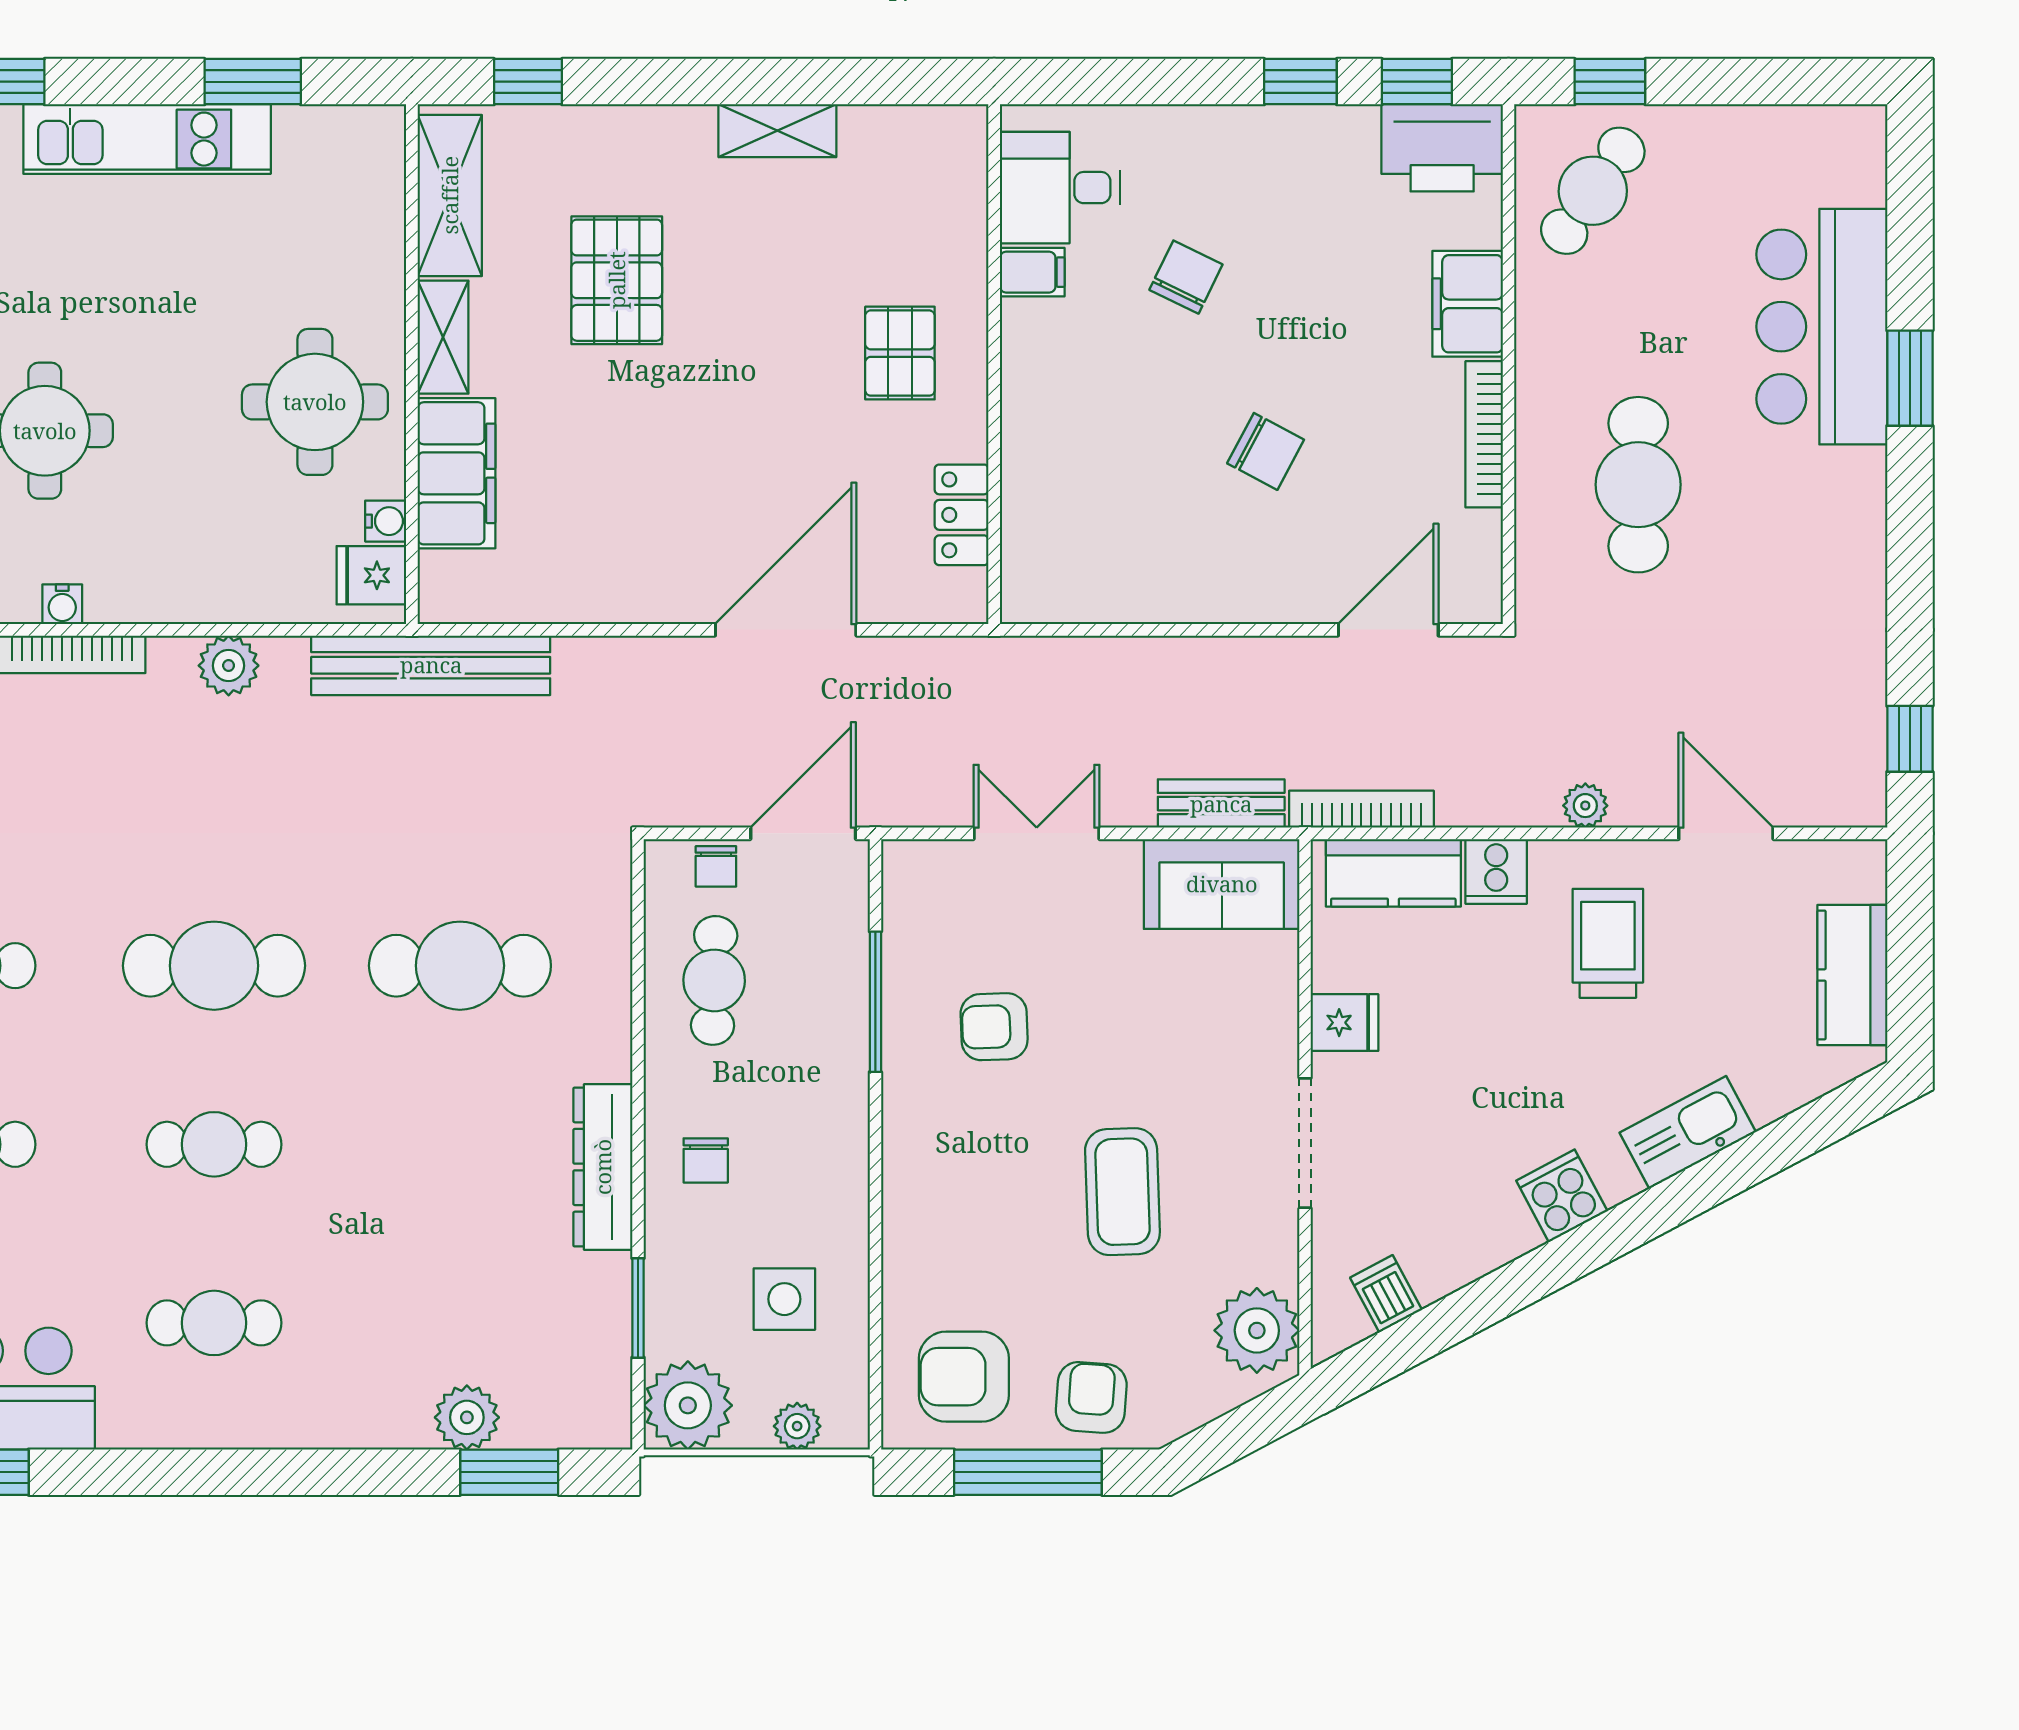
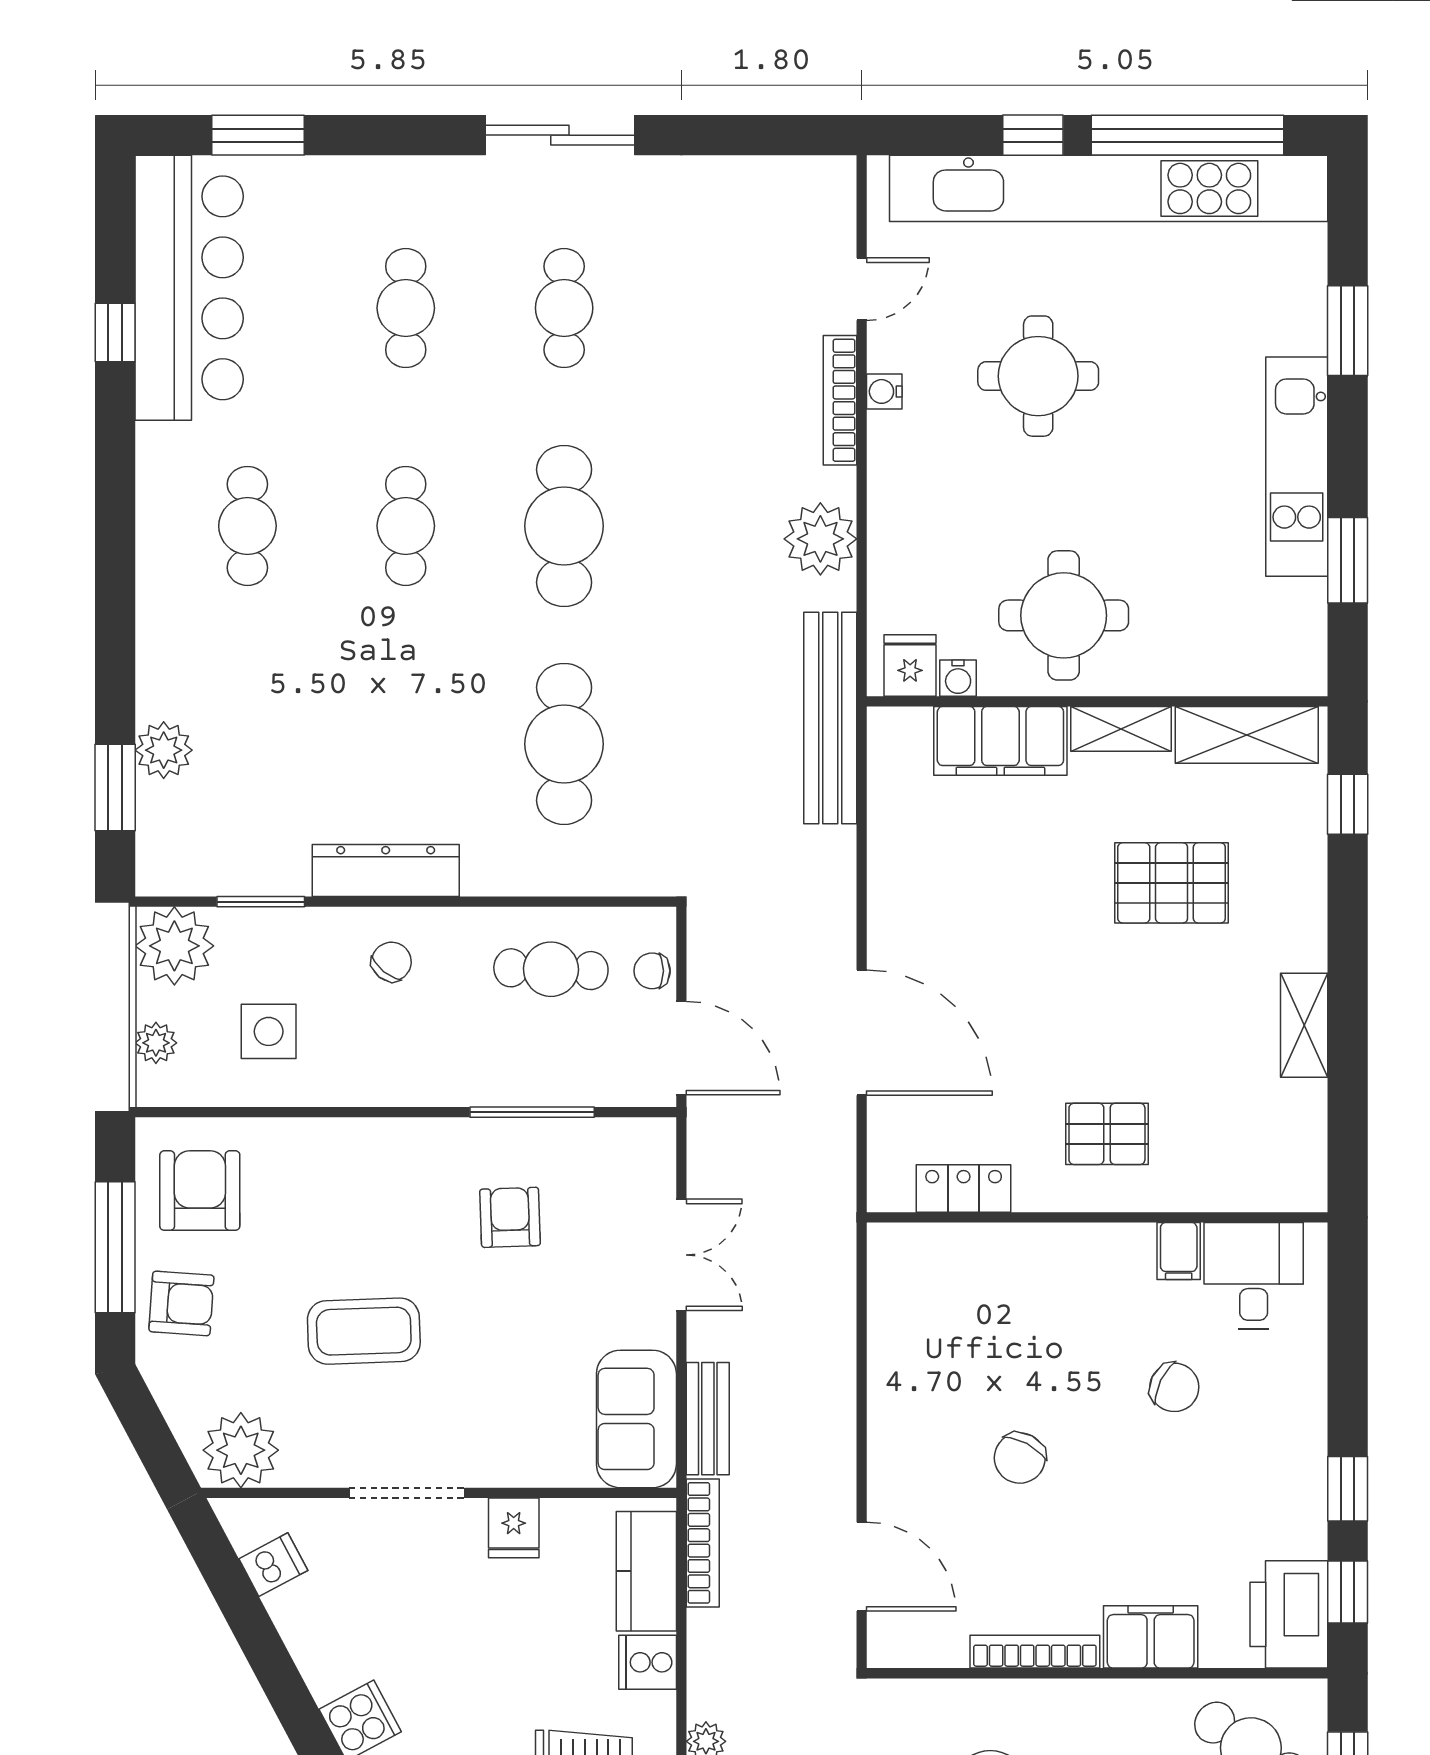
plant: (229, 666) -> (820, 539), width x1.36, depth x1.36
chair: (706, 1160) -> (391, 962), turned 129

